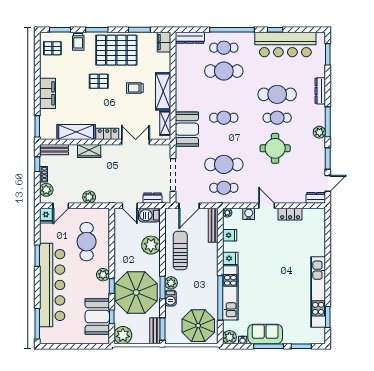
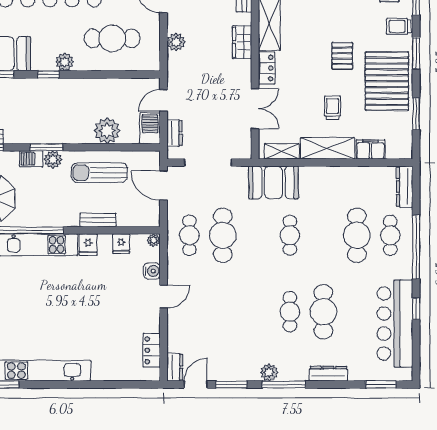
filing cabinet: (164, 42) -> (370, 149), moved
round table: (275, 148) -> (246, 309), removed
door: (328, 183) -> (196, 385), swing flipped
locker: (290, 214) -> (152, 350), moved
bench: (213, 225) -> (98, 220), moved, width x0.73
sun lounger: (180, 250) -> (99, 173), turned 180
parasol: (136, 292) -> (39, 110), removed

